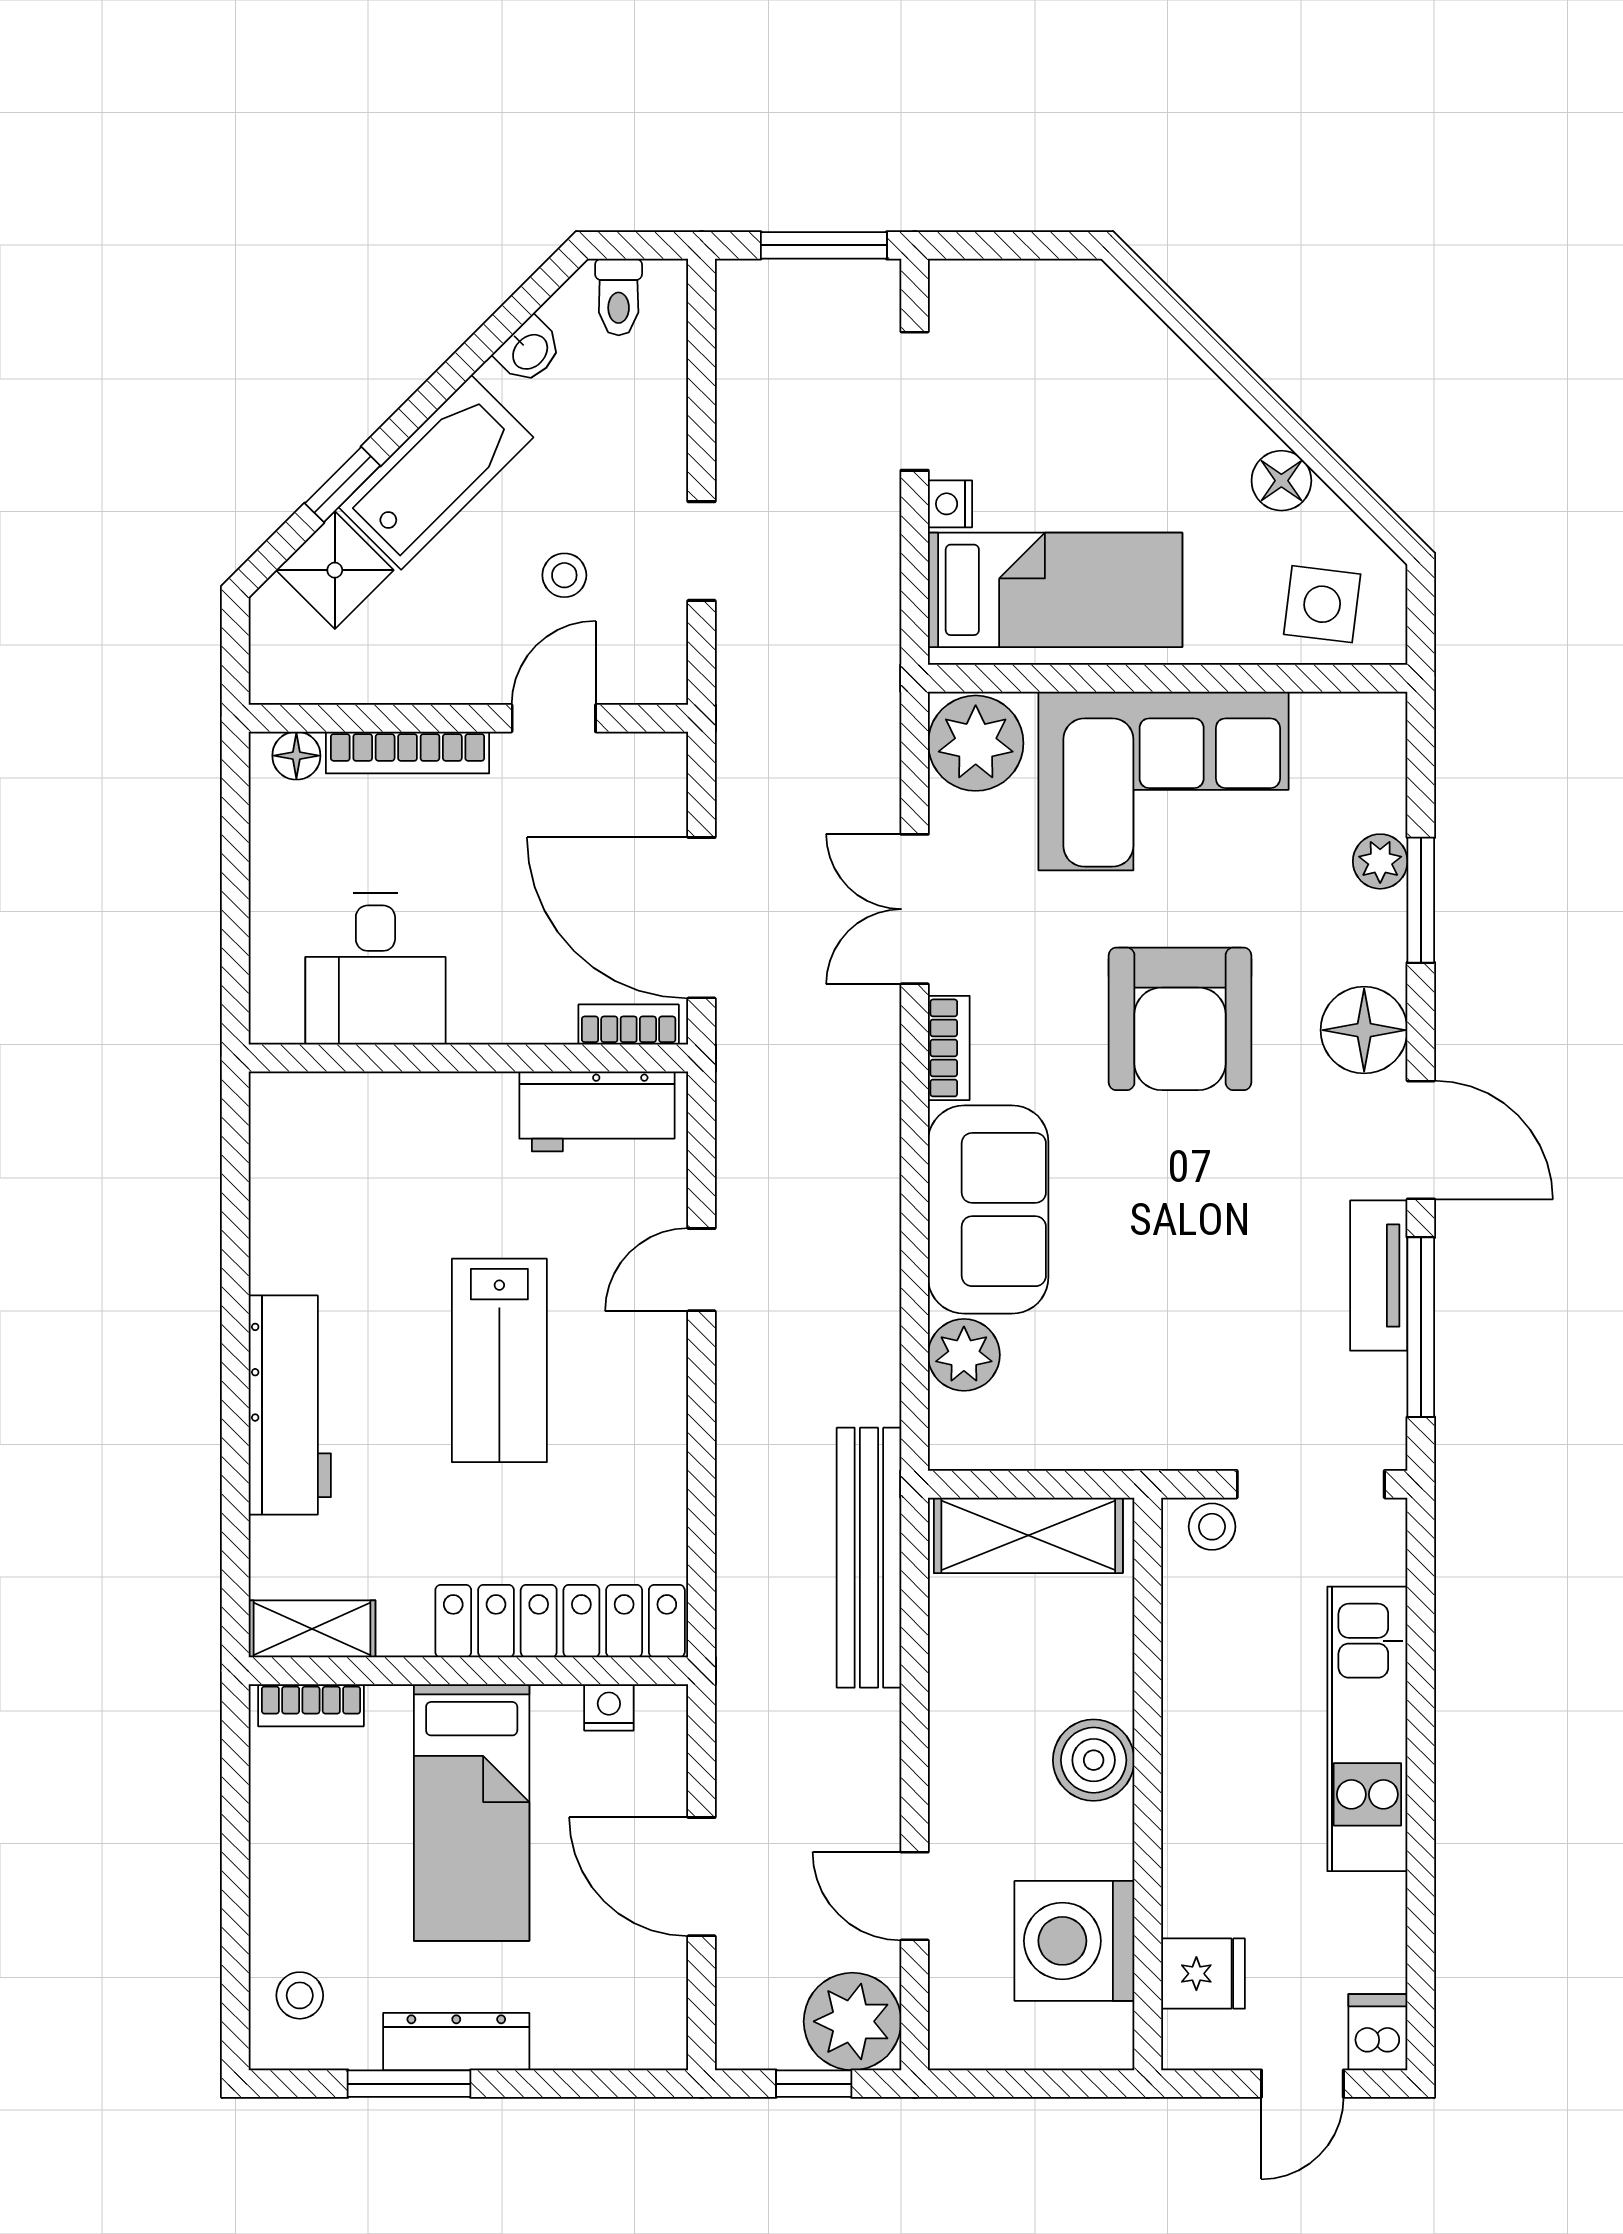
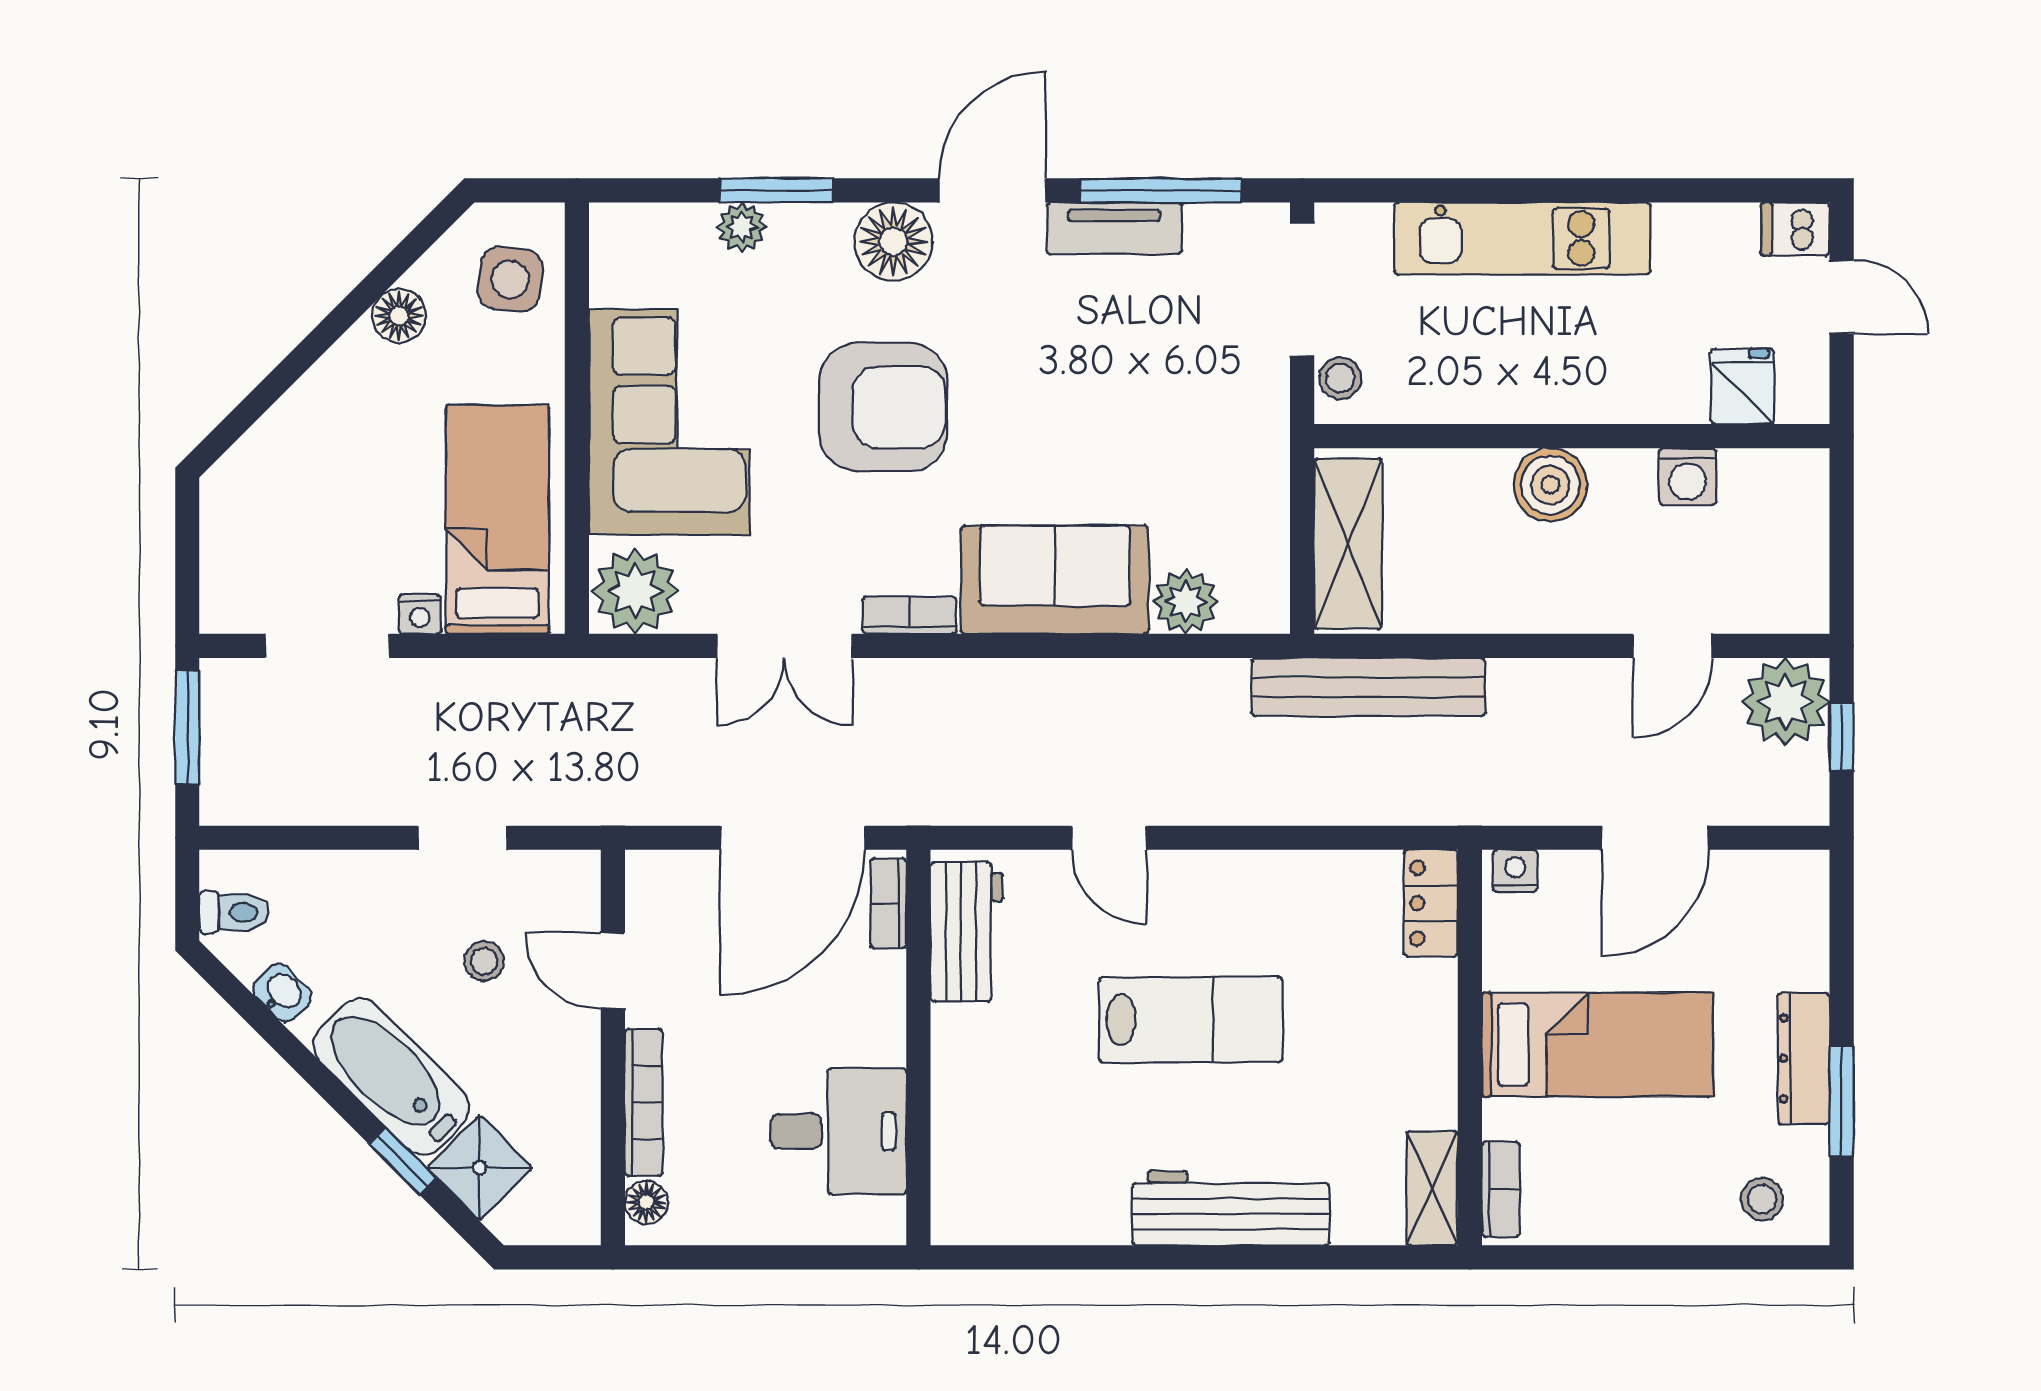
locker: (560, 1621) -> (1431, 903), width x0.46, depth x0.83
nightstand: (609, 1707) -> (1515, 871), moved, turned 90
washing machine: (1074, 1941) -> (1688, 477), width x0.53, depth x0.53

